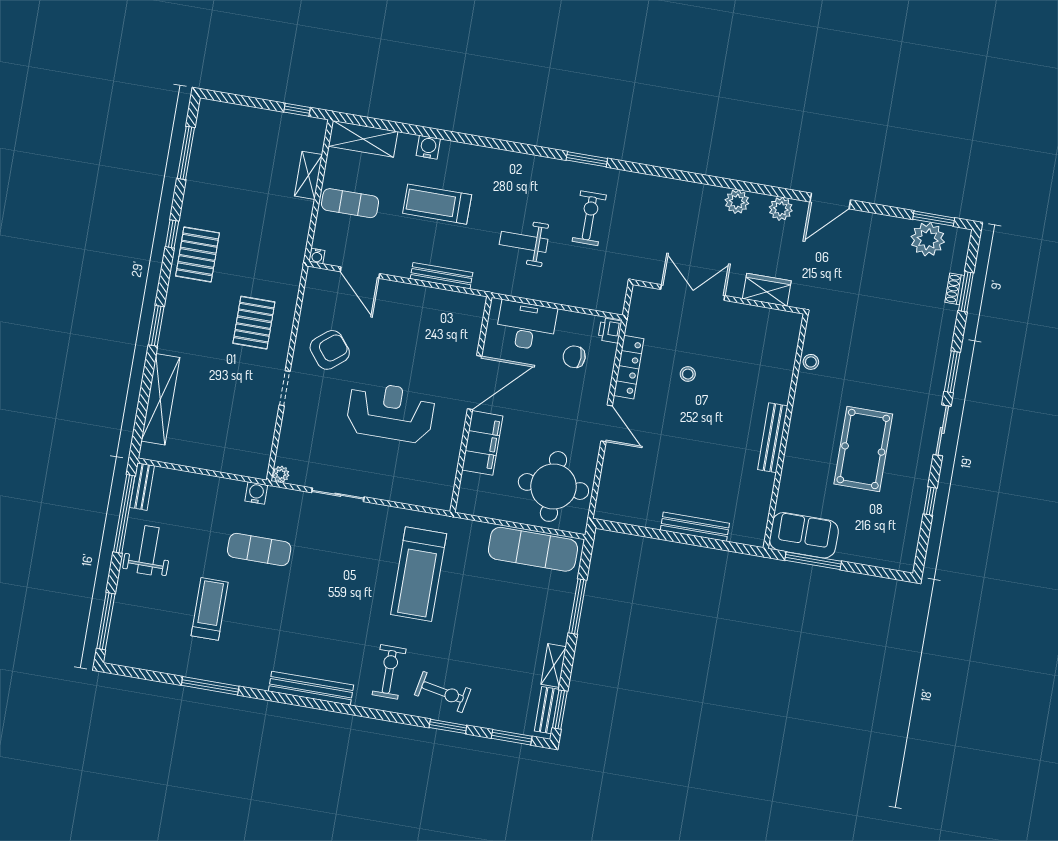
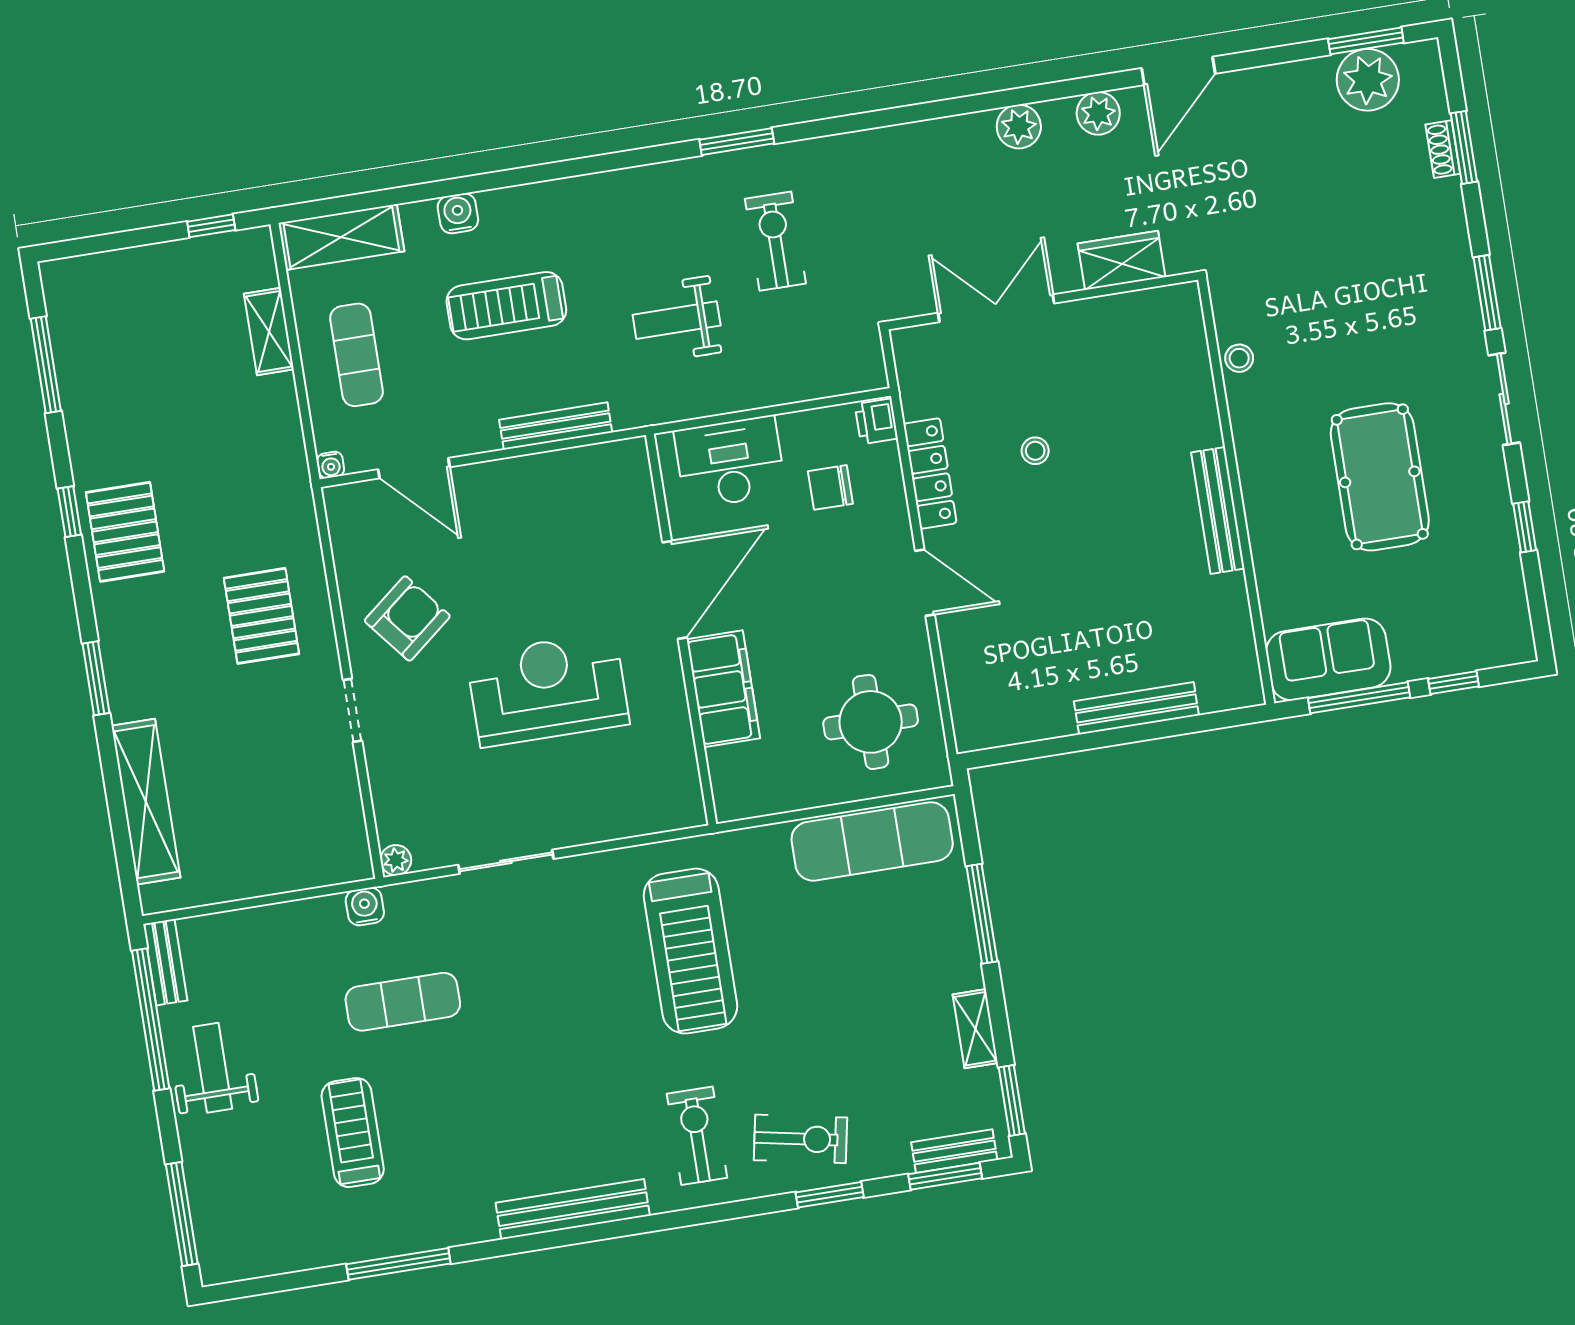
exercise mat: (350, 203) -> (357, 355), turned 90
round table: (553, 486) -> (871, 722), width x0.73, depth x0.73
window: (865, 570) -> (1453, 683), added
bench: (547, 710) -> (954, 1151), moved, turned 90

